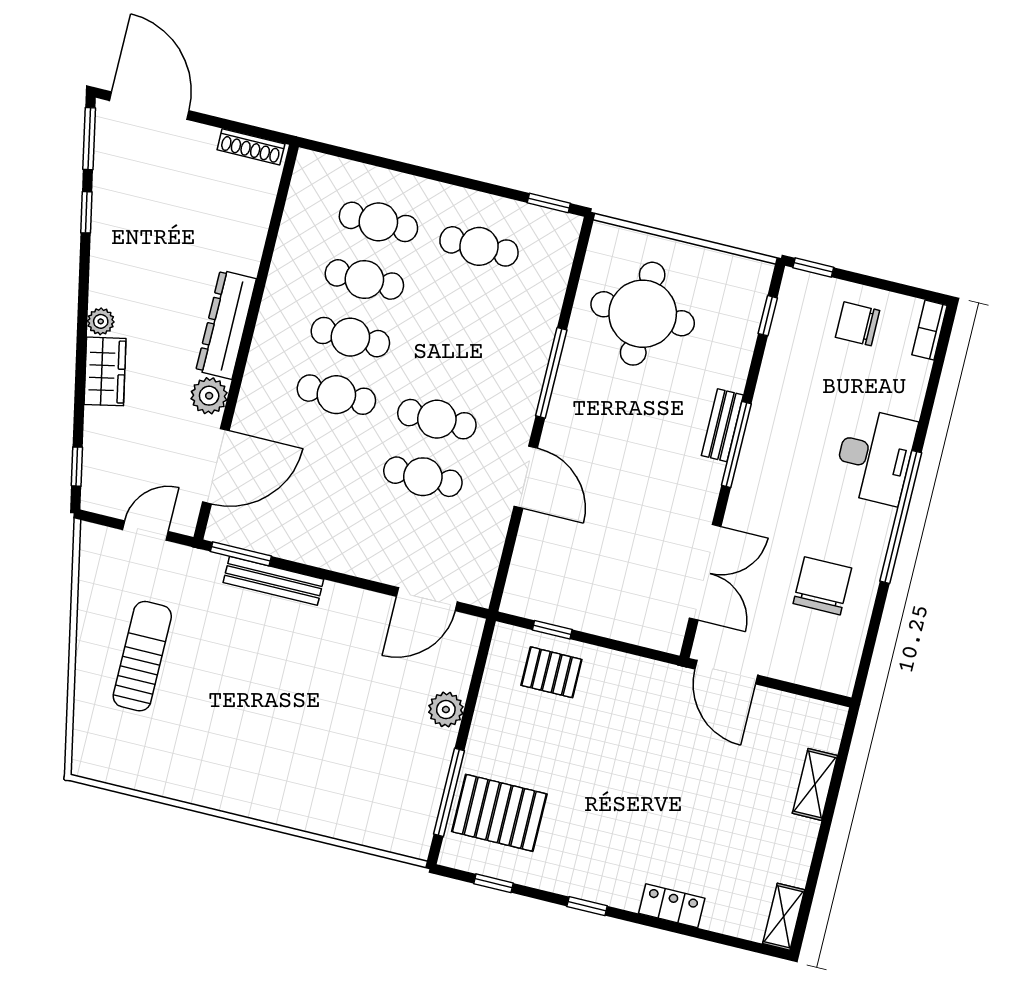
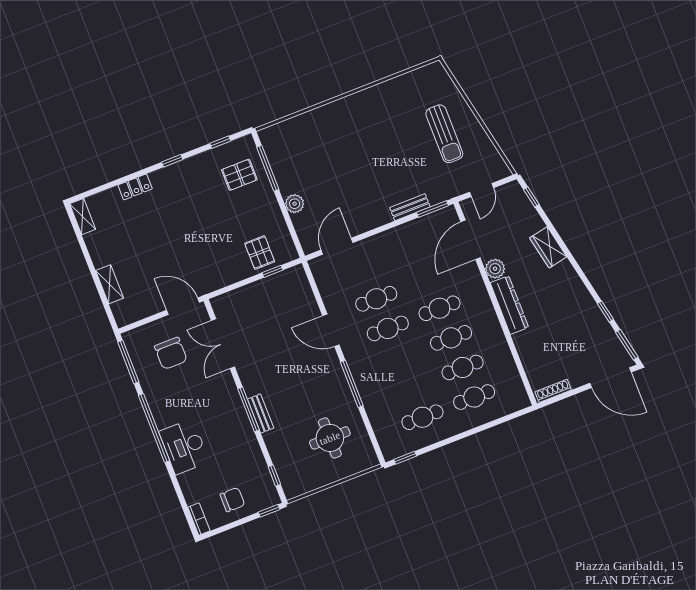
round table: (643, 314) -> (330, 438), width x0.73, depth x0.73
plant: (101, 321) -> (565, 268), removed
bench: (273, 581) -> (410, 207), width x0.73
chair: (822, 586) -> (171, 353), moved
window: (869, 646) -> (128, 362), added
pallet: (551, 672) -> (260, 252), turned 90
pallet: (499, 813) -> (239, 175), width x0.67, depth x0.71

